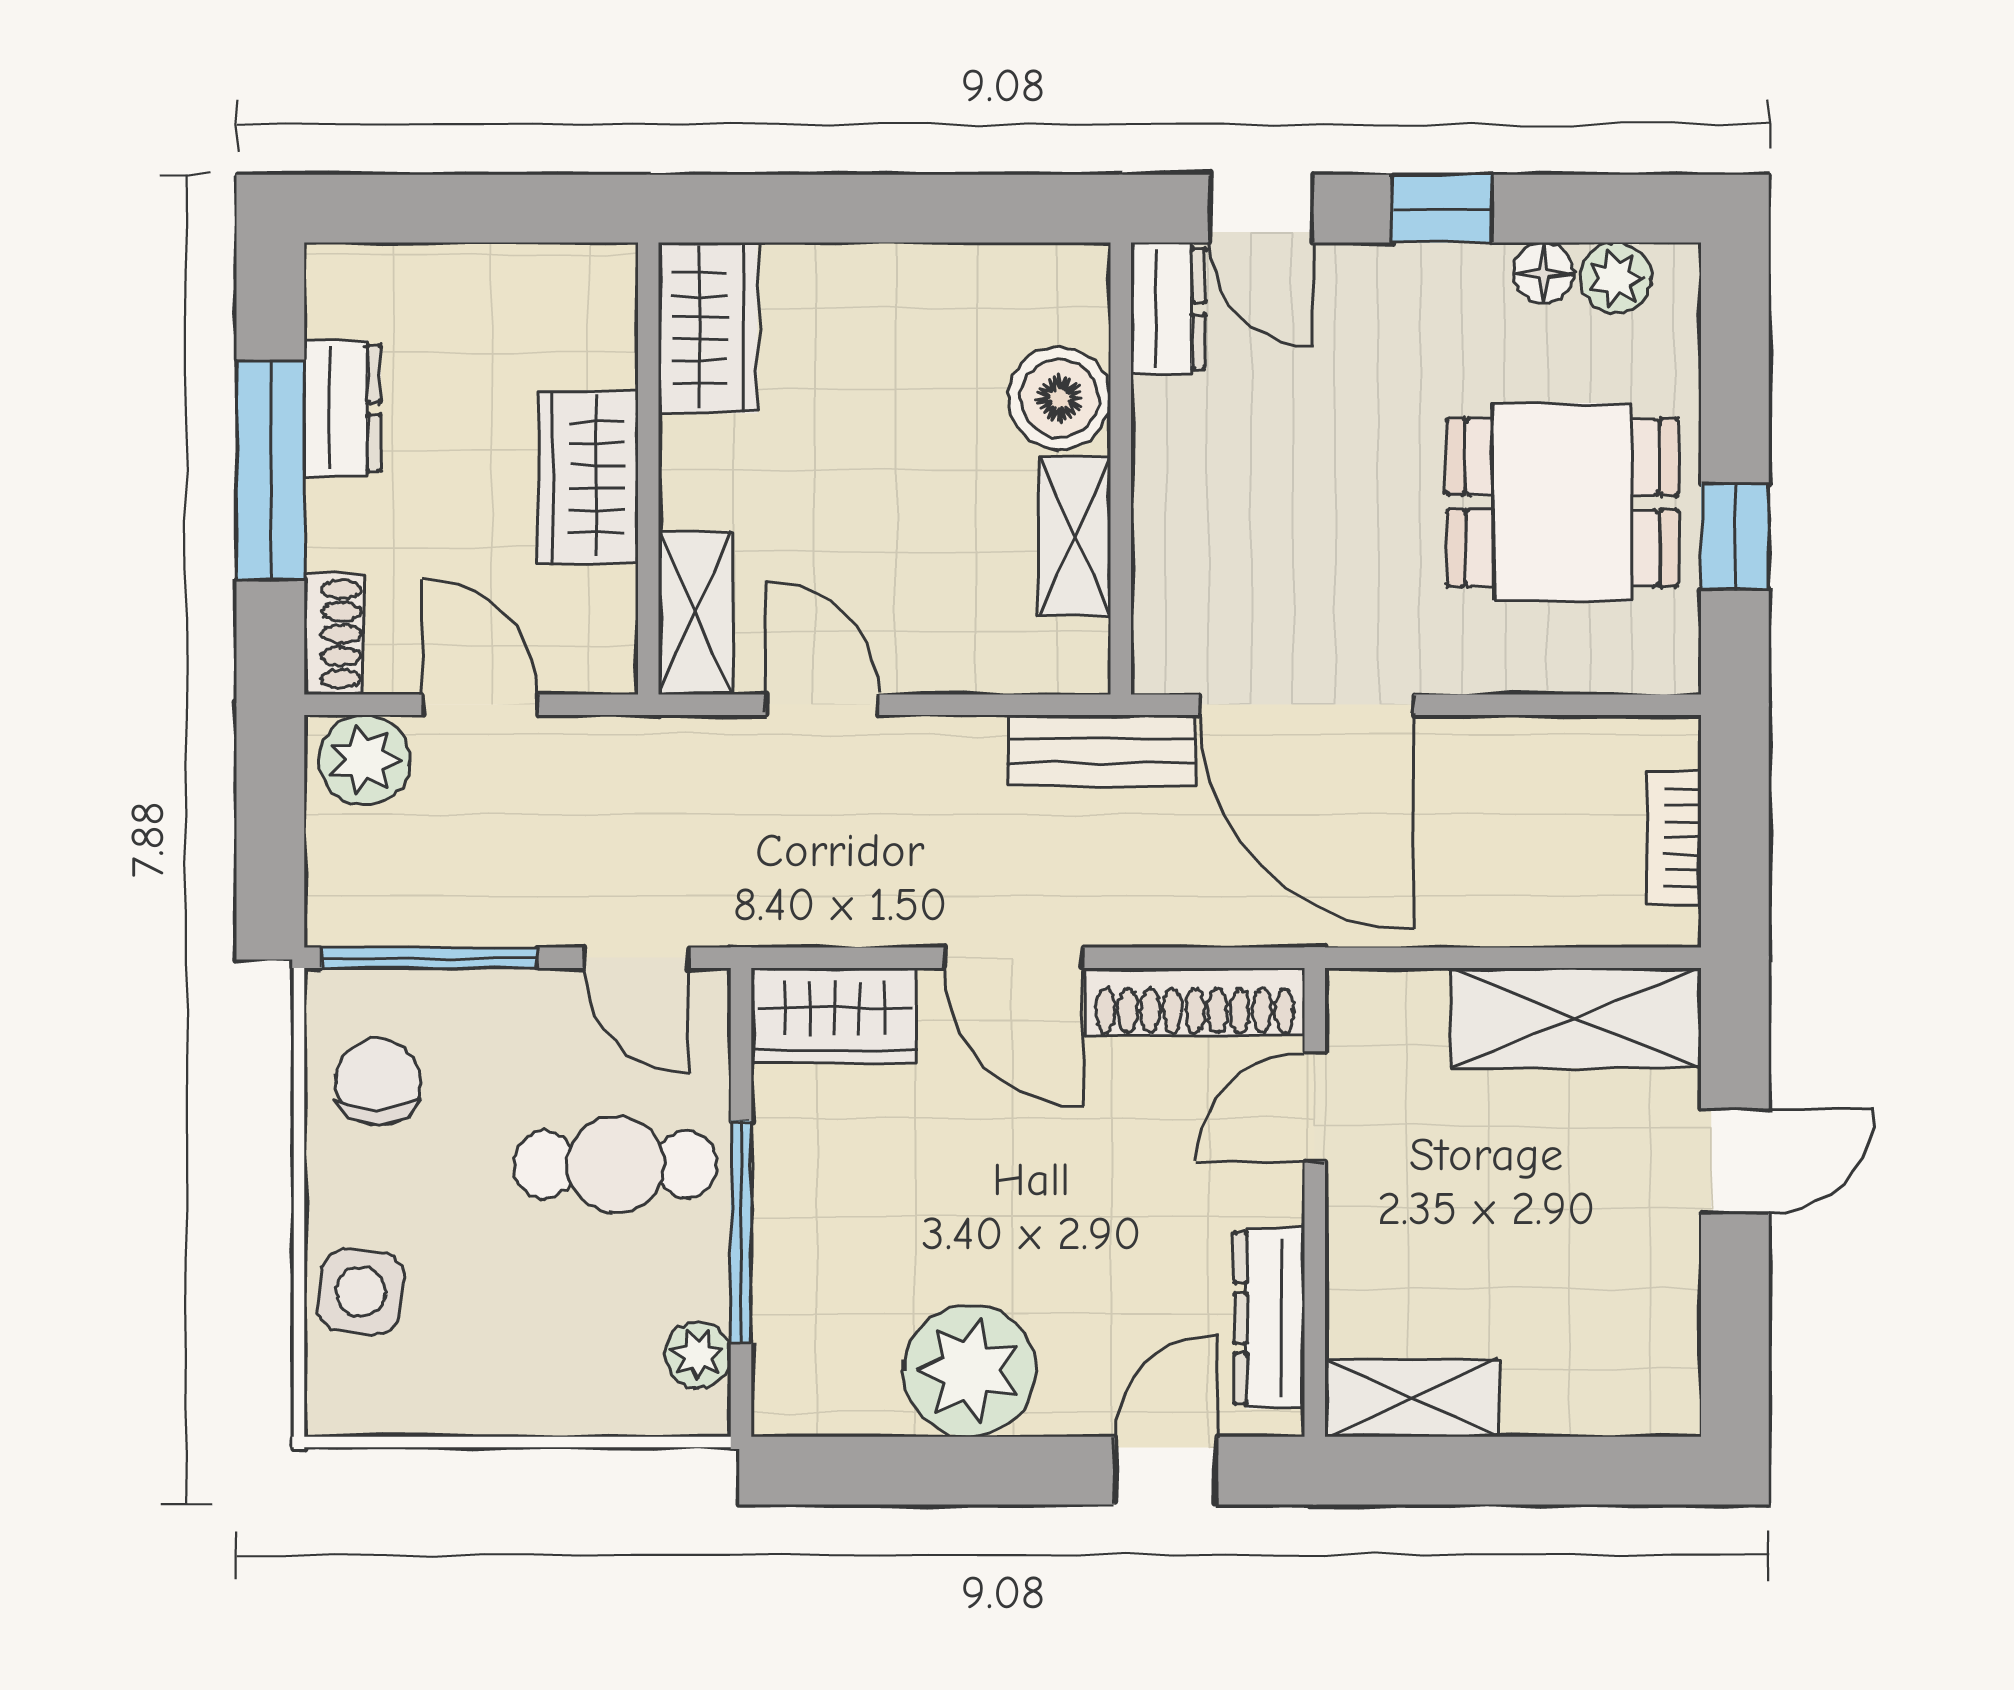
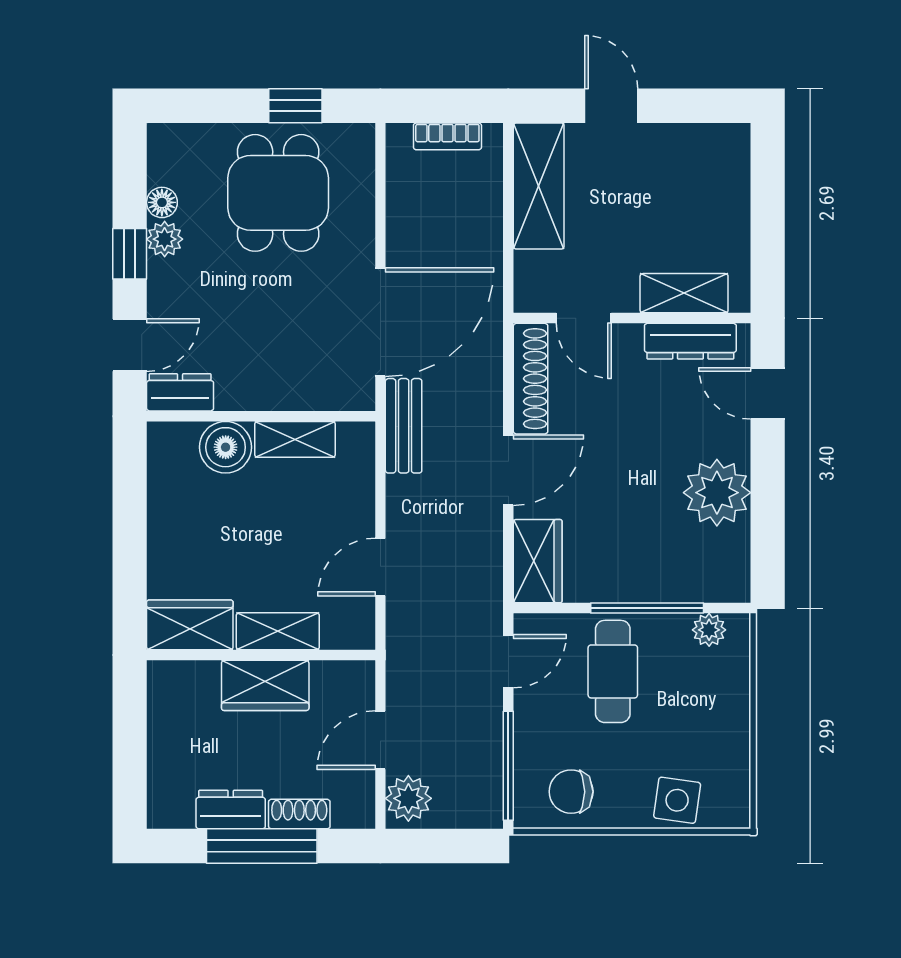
plant: (1616, 278) -> (165, 239), moved
shelving: (695, 613) -> (278, 631), moved
shoe rack: (334, 634) -> (299, 814), moved
shelving: (1412, 1398) -> (684, 293), moved, turned 90

